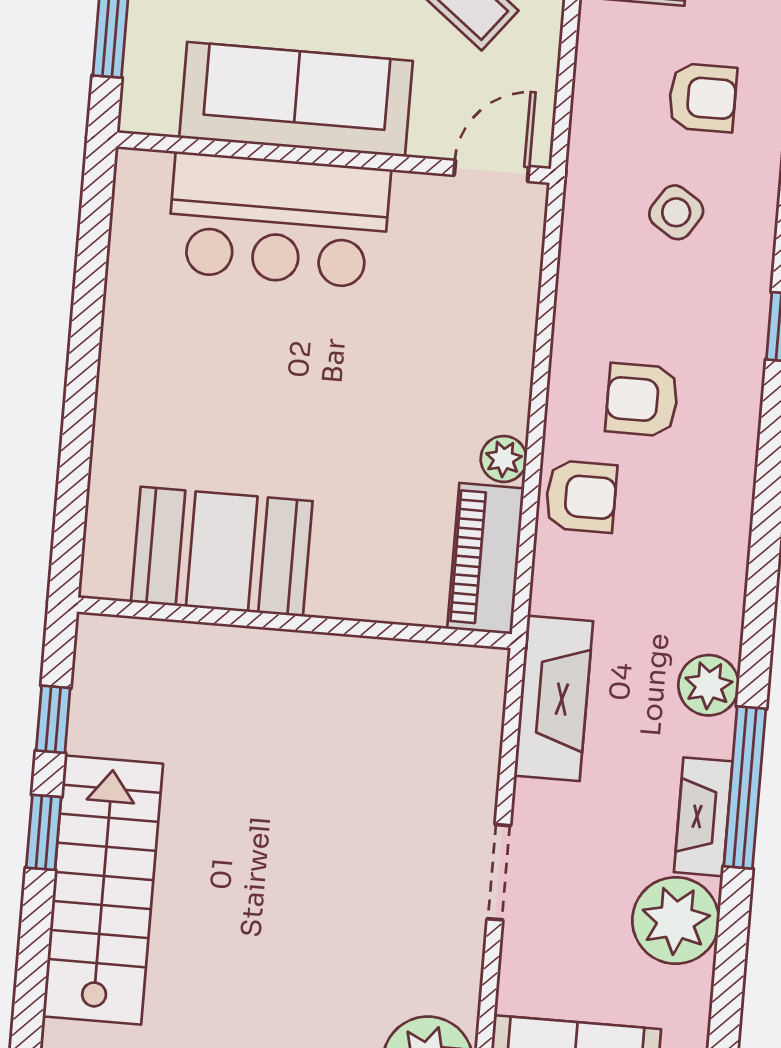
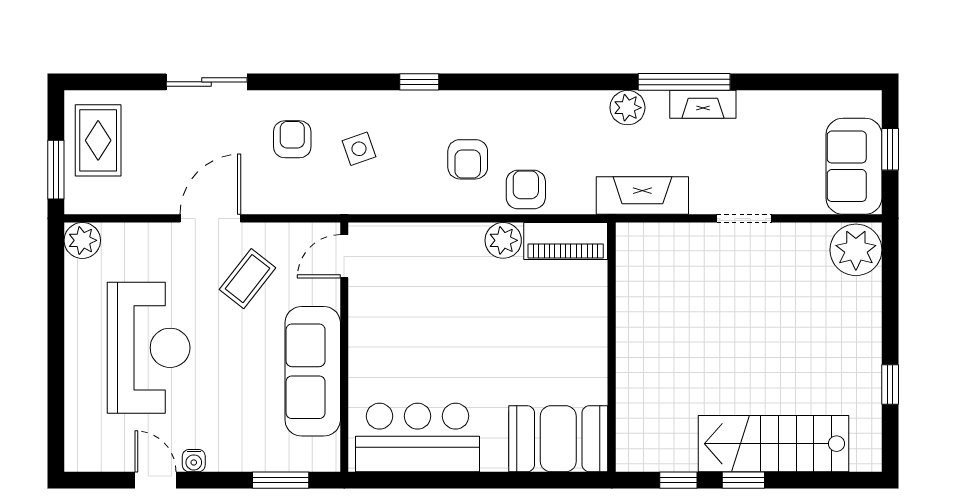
door: (491, 171) -> (344, 256), hinge flipped
side table: (676, 212) -> (359, 149), turned 38
bar counter: (279, 220) -> (418, 438), moved, turned -90
plant: (504, 459) -> (503, 240), width x1.38, depth x1.38
booth: (222, 552) -> (558, 439), moved, turned 90
plant: (676, 920) -> (763, 115), removed

